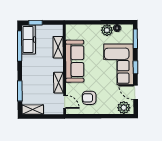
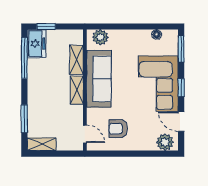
plant: (107, 30) -> (100, 37), moved
freezer: (29, 39) -> (36, 44), width x0.71
shelving: (58, 83) -> (77, 90), moved

